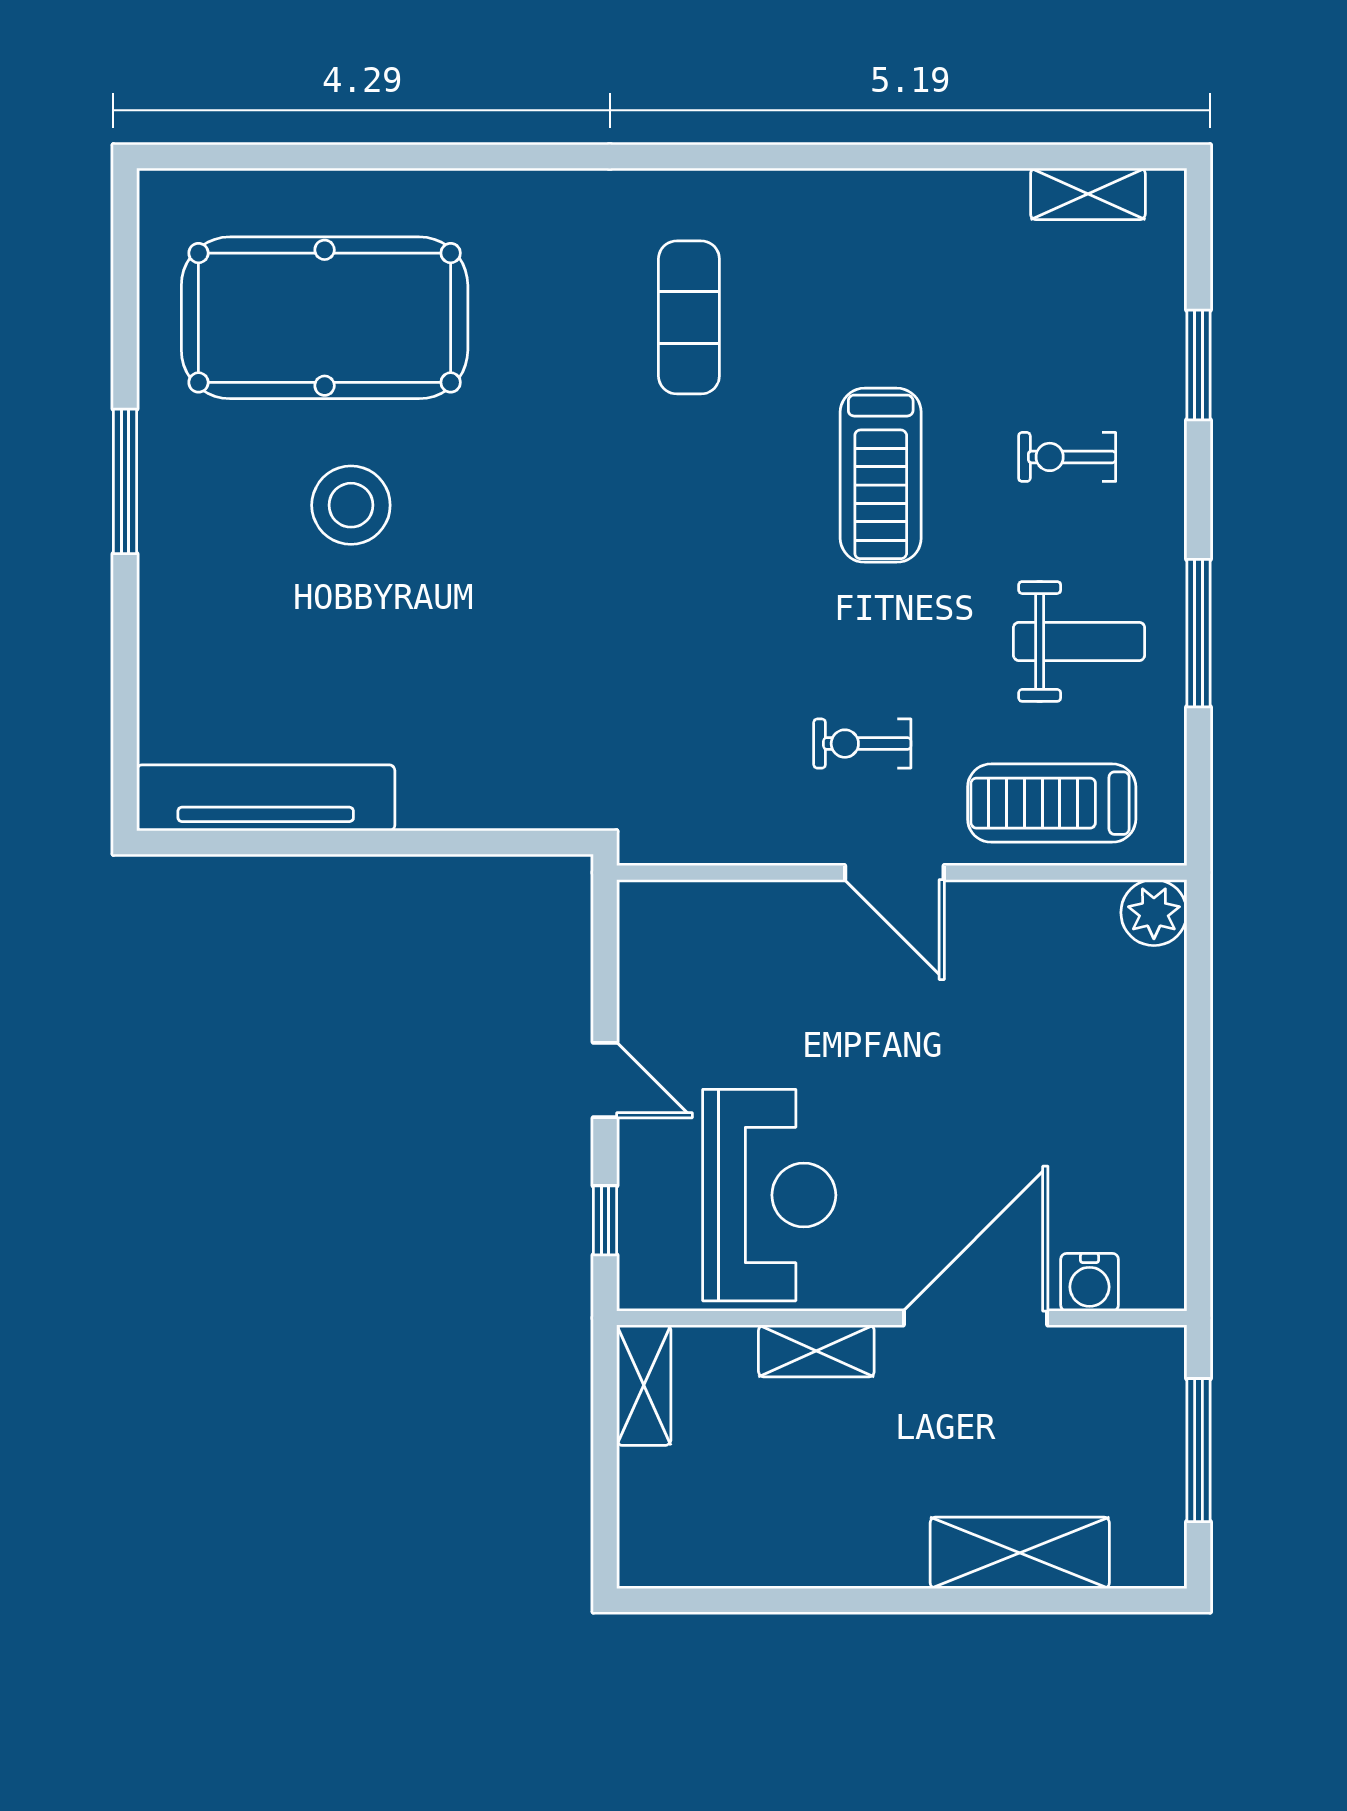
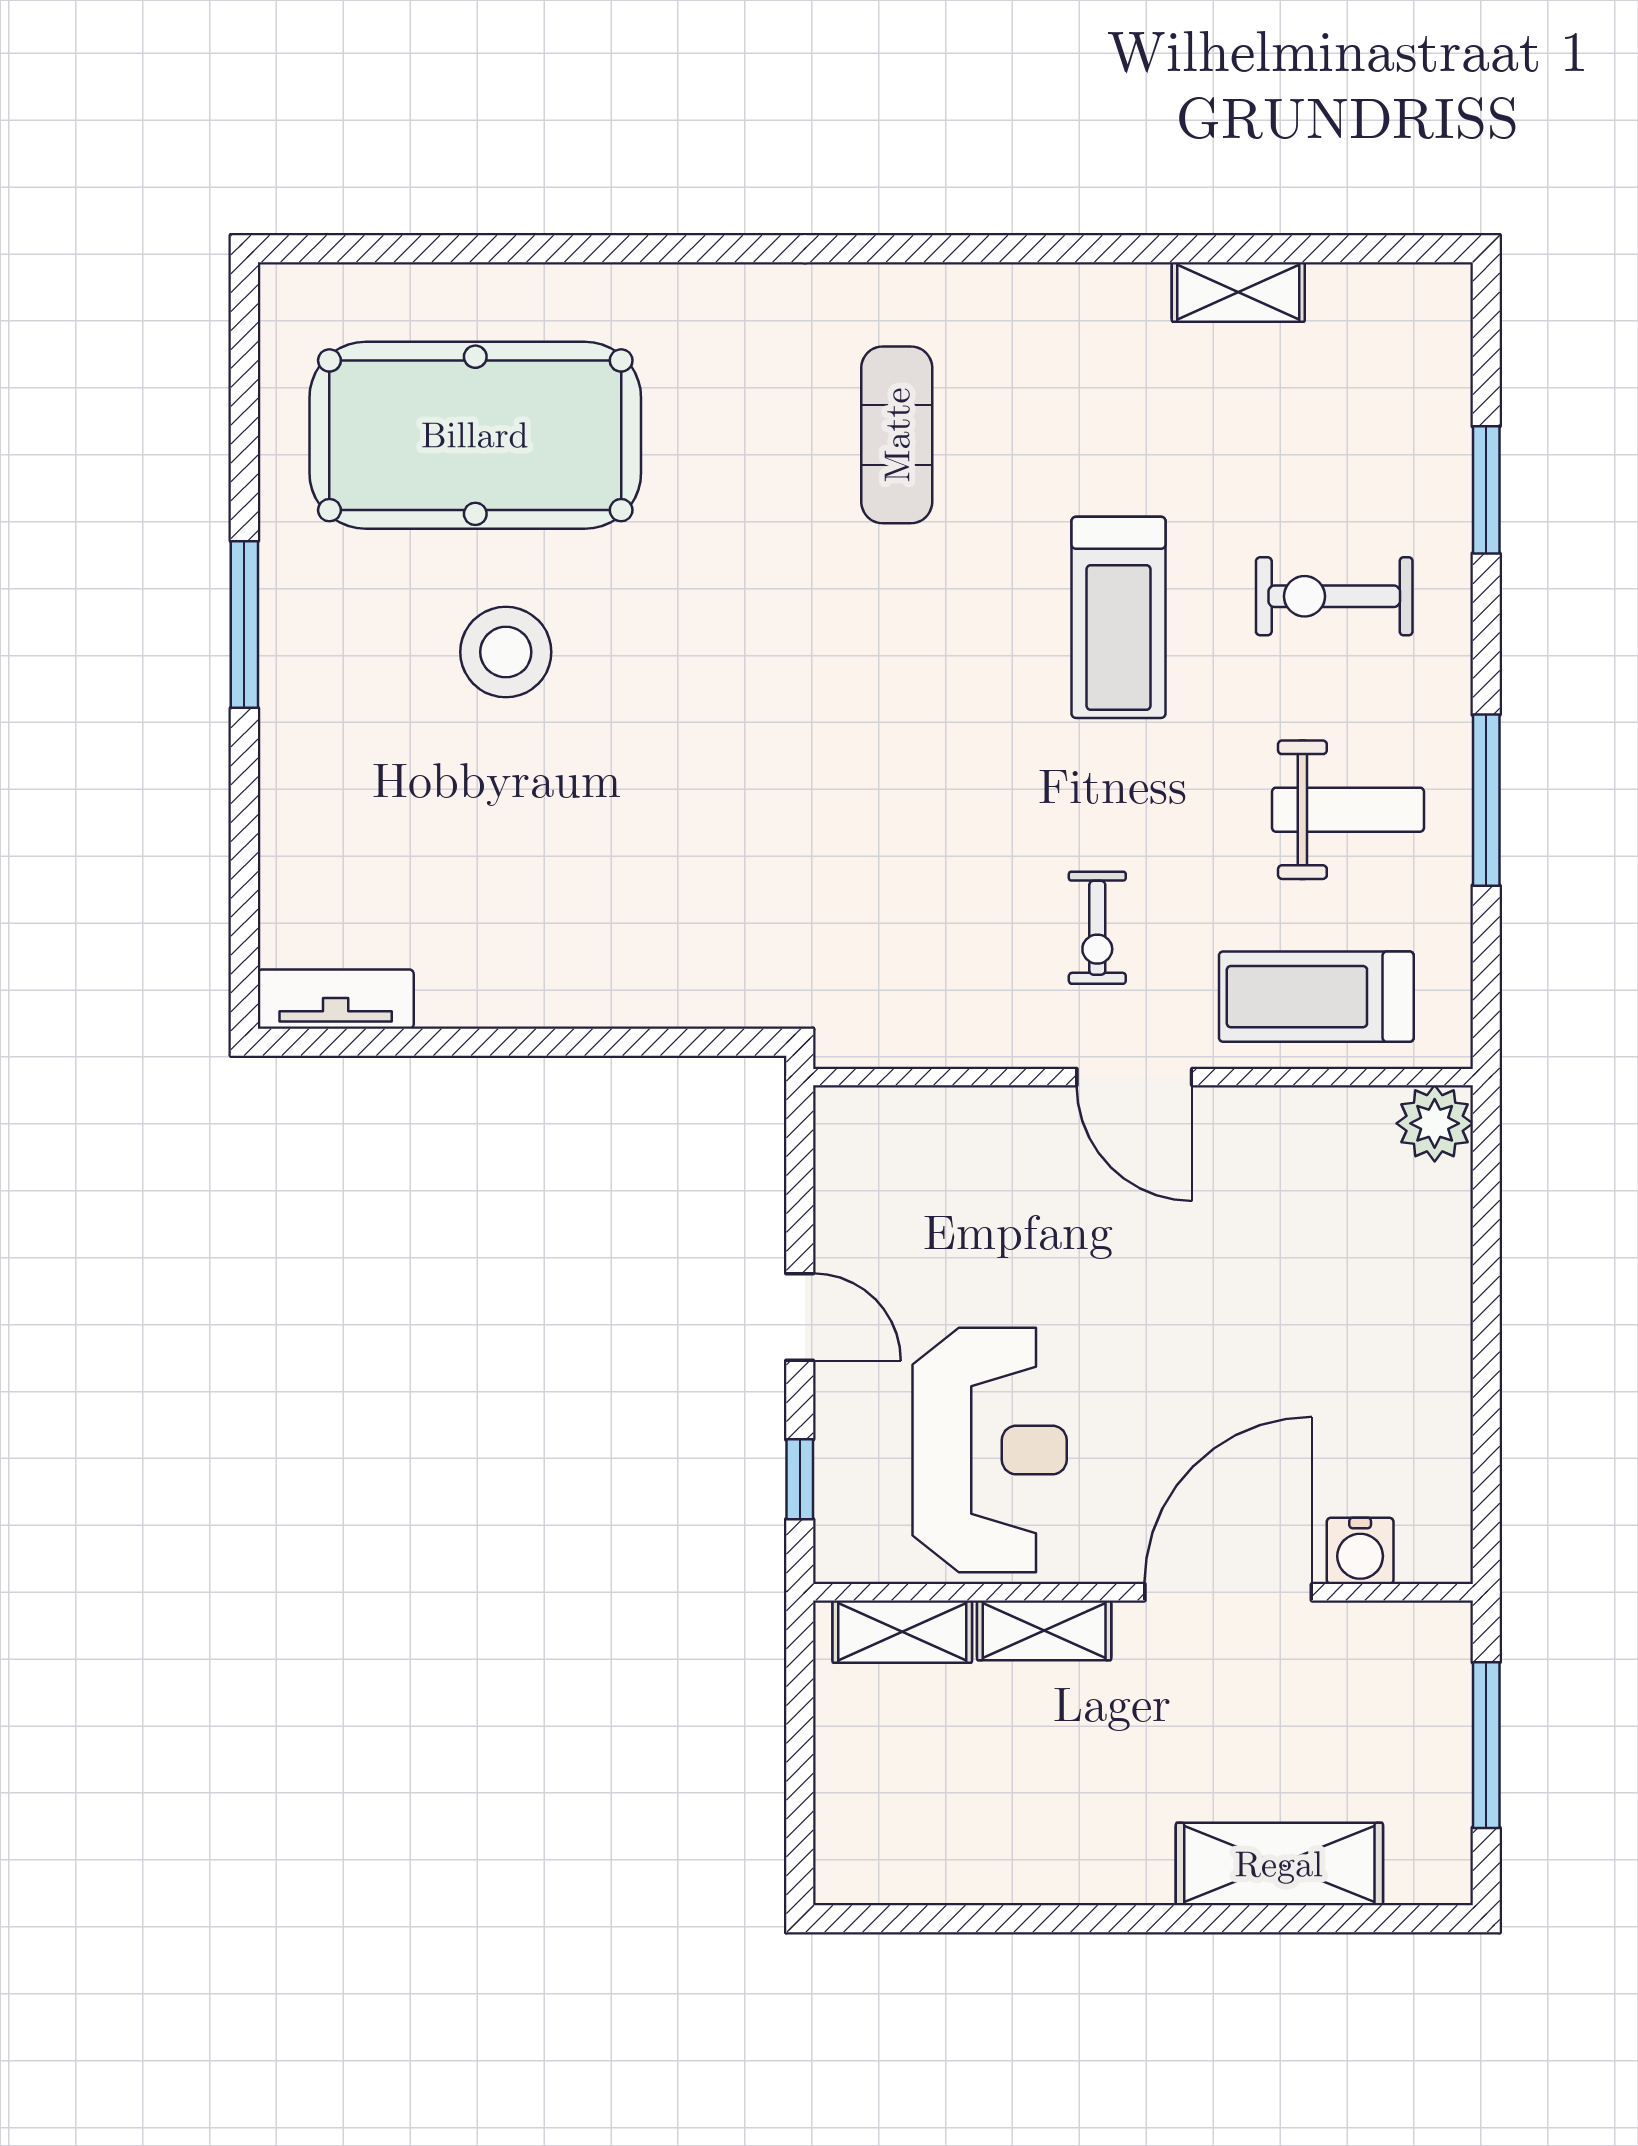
shelving: (1088, 194) -> (1238, 292), moved
exercise bike: (1067, 457) -> (1334, 596), width x1.38, depth x1.39
exercise bike: (862, 744) -> (1097, 928), turned -90
tv unit: (266, 798) -> (336, 999), width x0.52, depth x0.78
shelving: (644, 1385) -> (902, 1632), moved, turned 90

